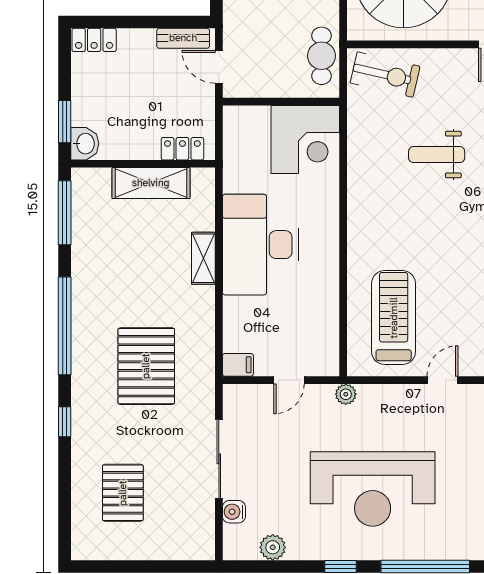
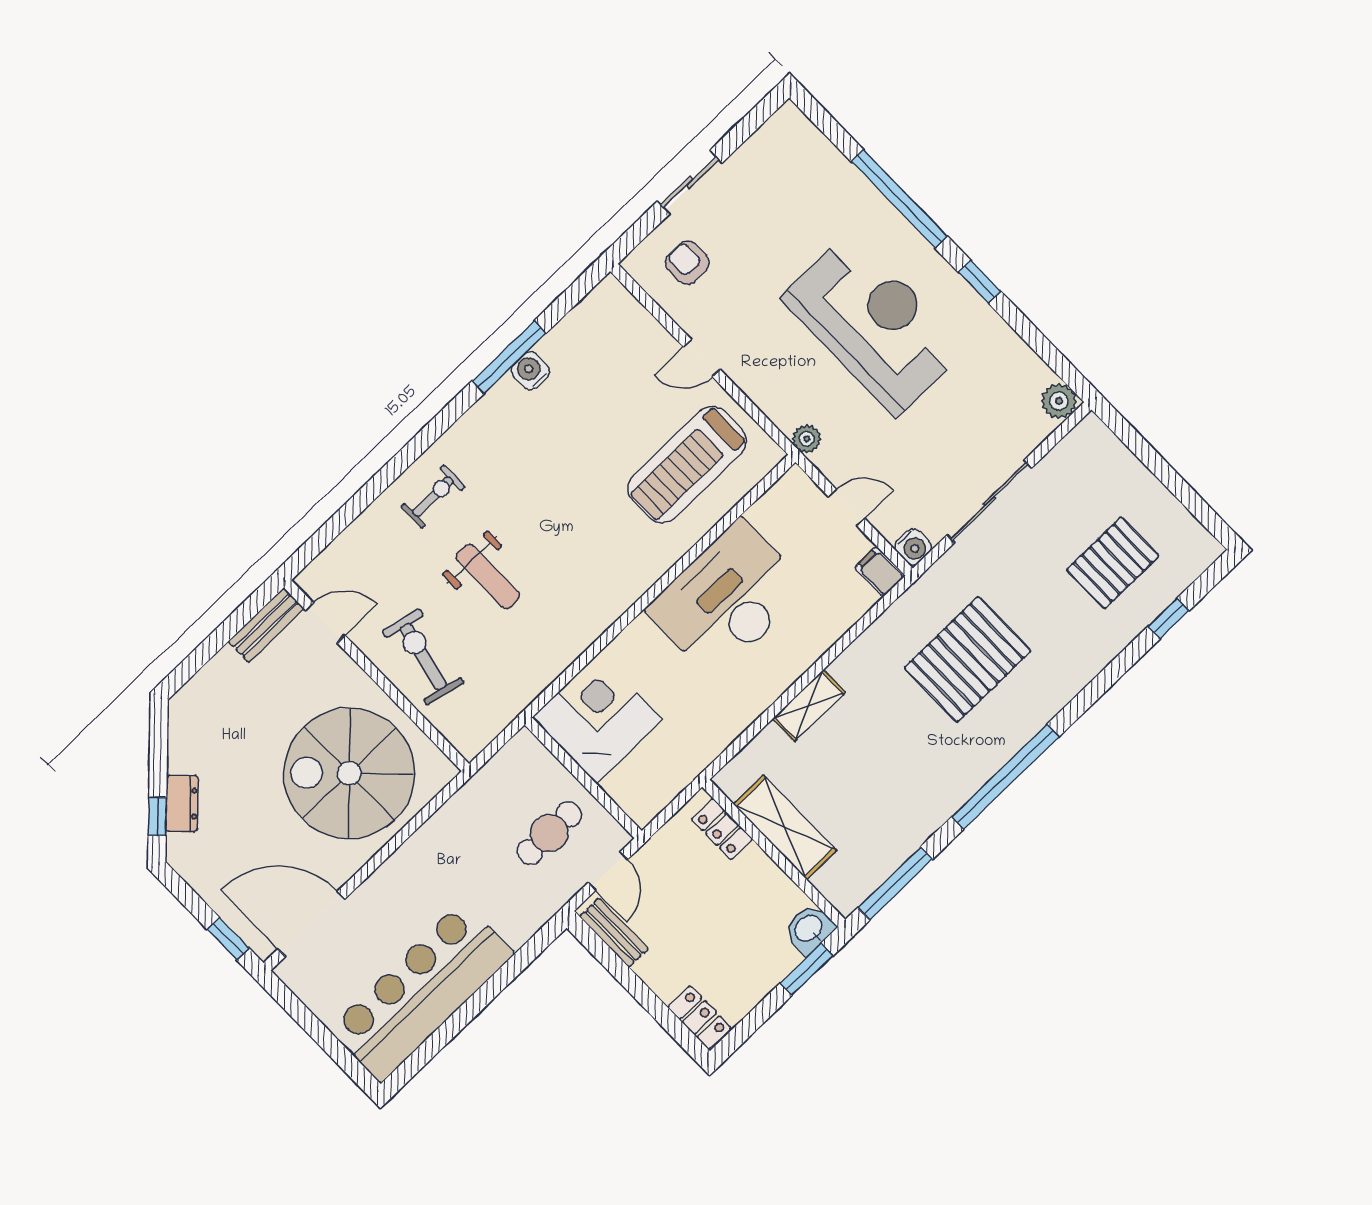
cafe table: (322, 56) -> (549, 833), moved
exercise bike: (385, 75) -> (423, 657), moved
desk: (260, 245) -> (727, 599), moved, turned 180
window: (65, 422) -> (1169, 618), moved
water cooler: (234, 512) -> (913, 547), moved
plant: (273, 547) -> (1059, 401), moved

